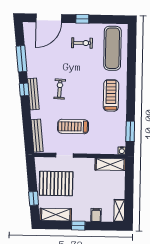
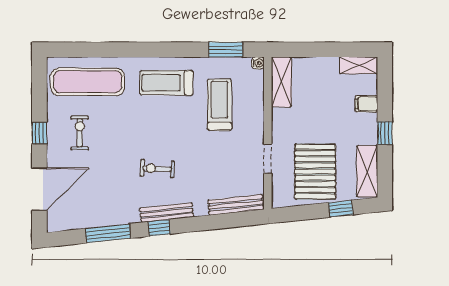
door: (49, 18) -> (39, 189), hinge flipped
treadmill: (73, 126) -> (219, 105), moved, turned 180

